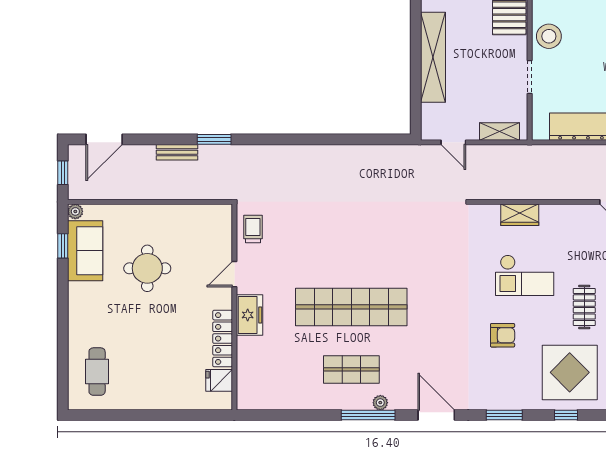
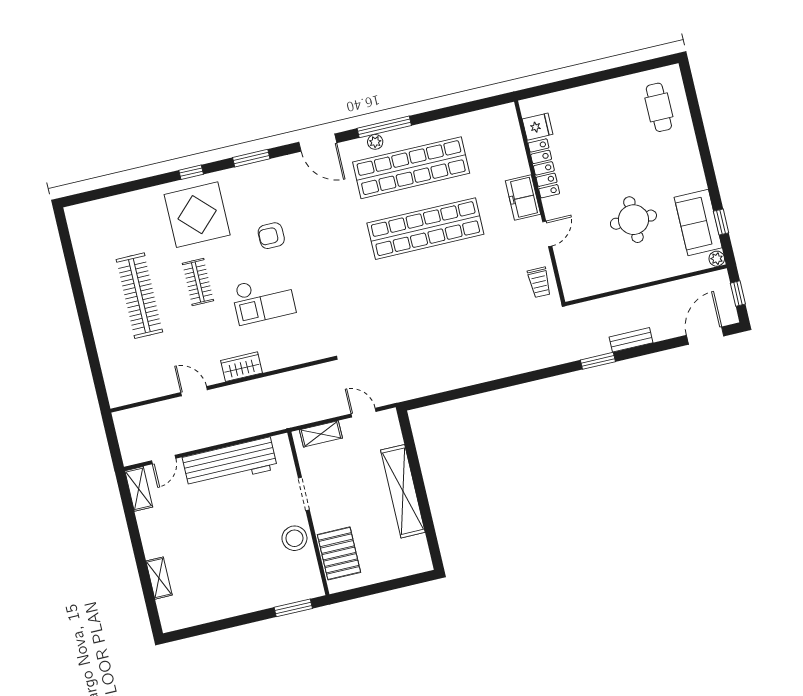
wardrobe: (520, 215) -> (241, 367), moved
checkout: (525, 275) -> (263, 299), turned 180
shop shelf: (351, 369) -> (411, 168), width x2.00, depth x1.36

